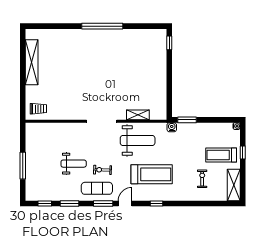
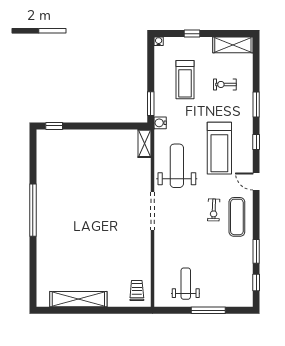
shelving: (138, 115) -> (145, 143), moved
treadmill: (221, 155) -> (185, 80), moved
weight bench: (74, 164) -> (186, 284), moved
treadmill: (152, 174) -> (219, 148), turned 180
window: (103, 204) -> (256, 105), moved

